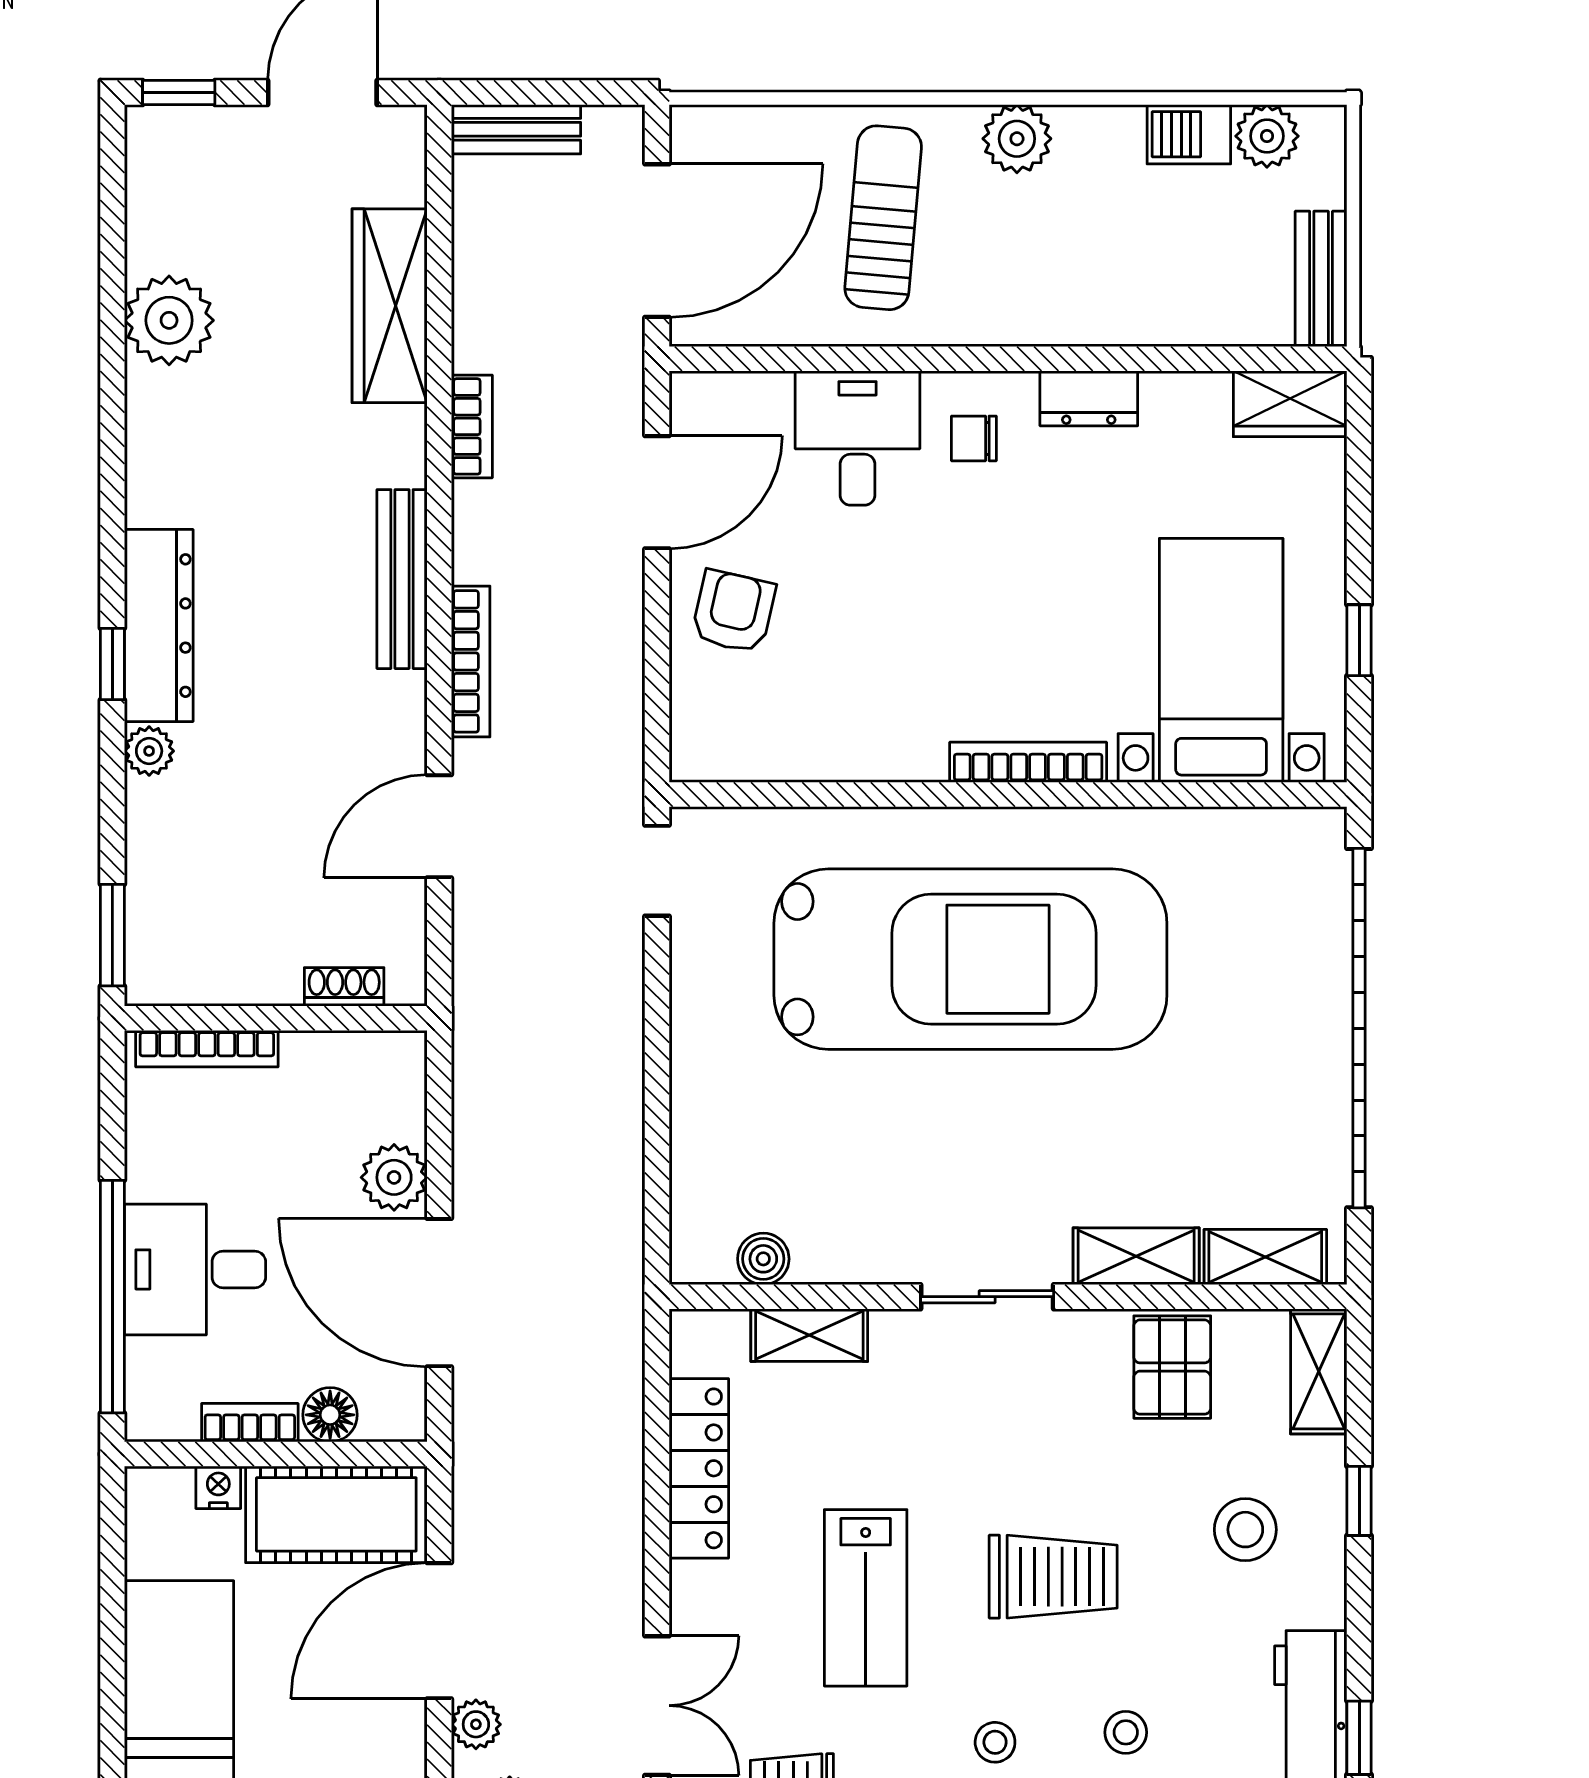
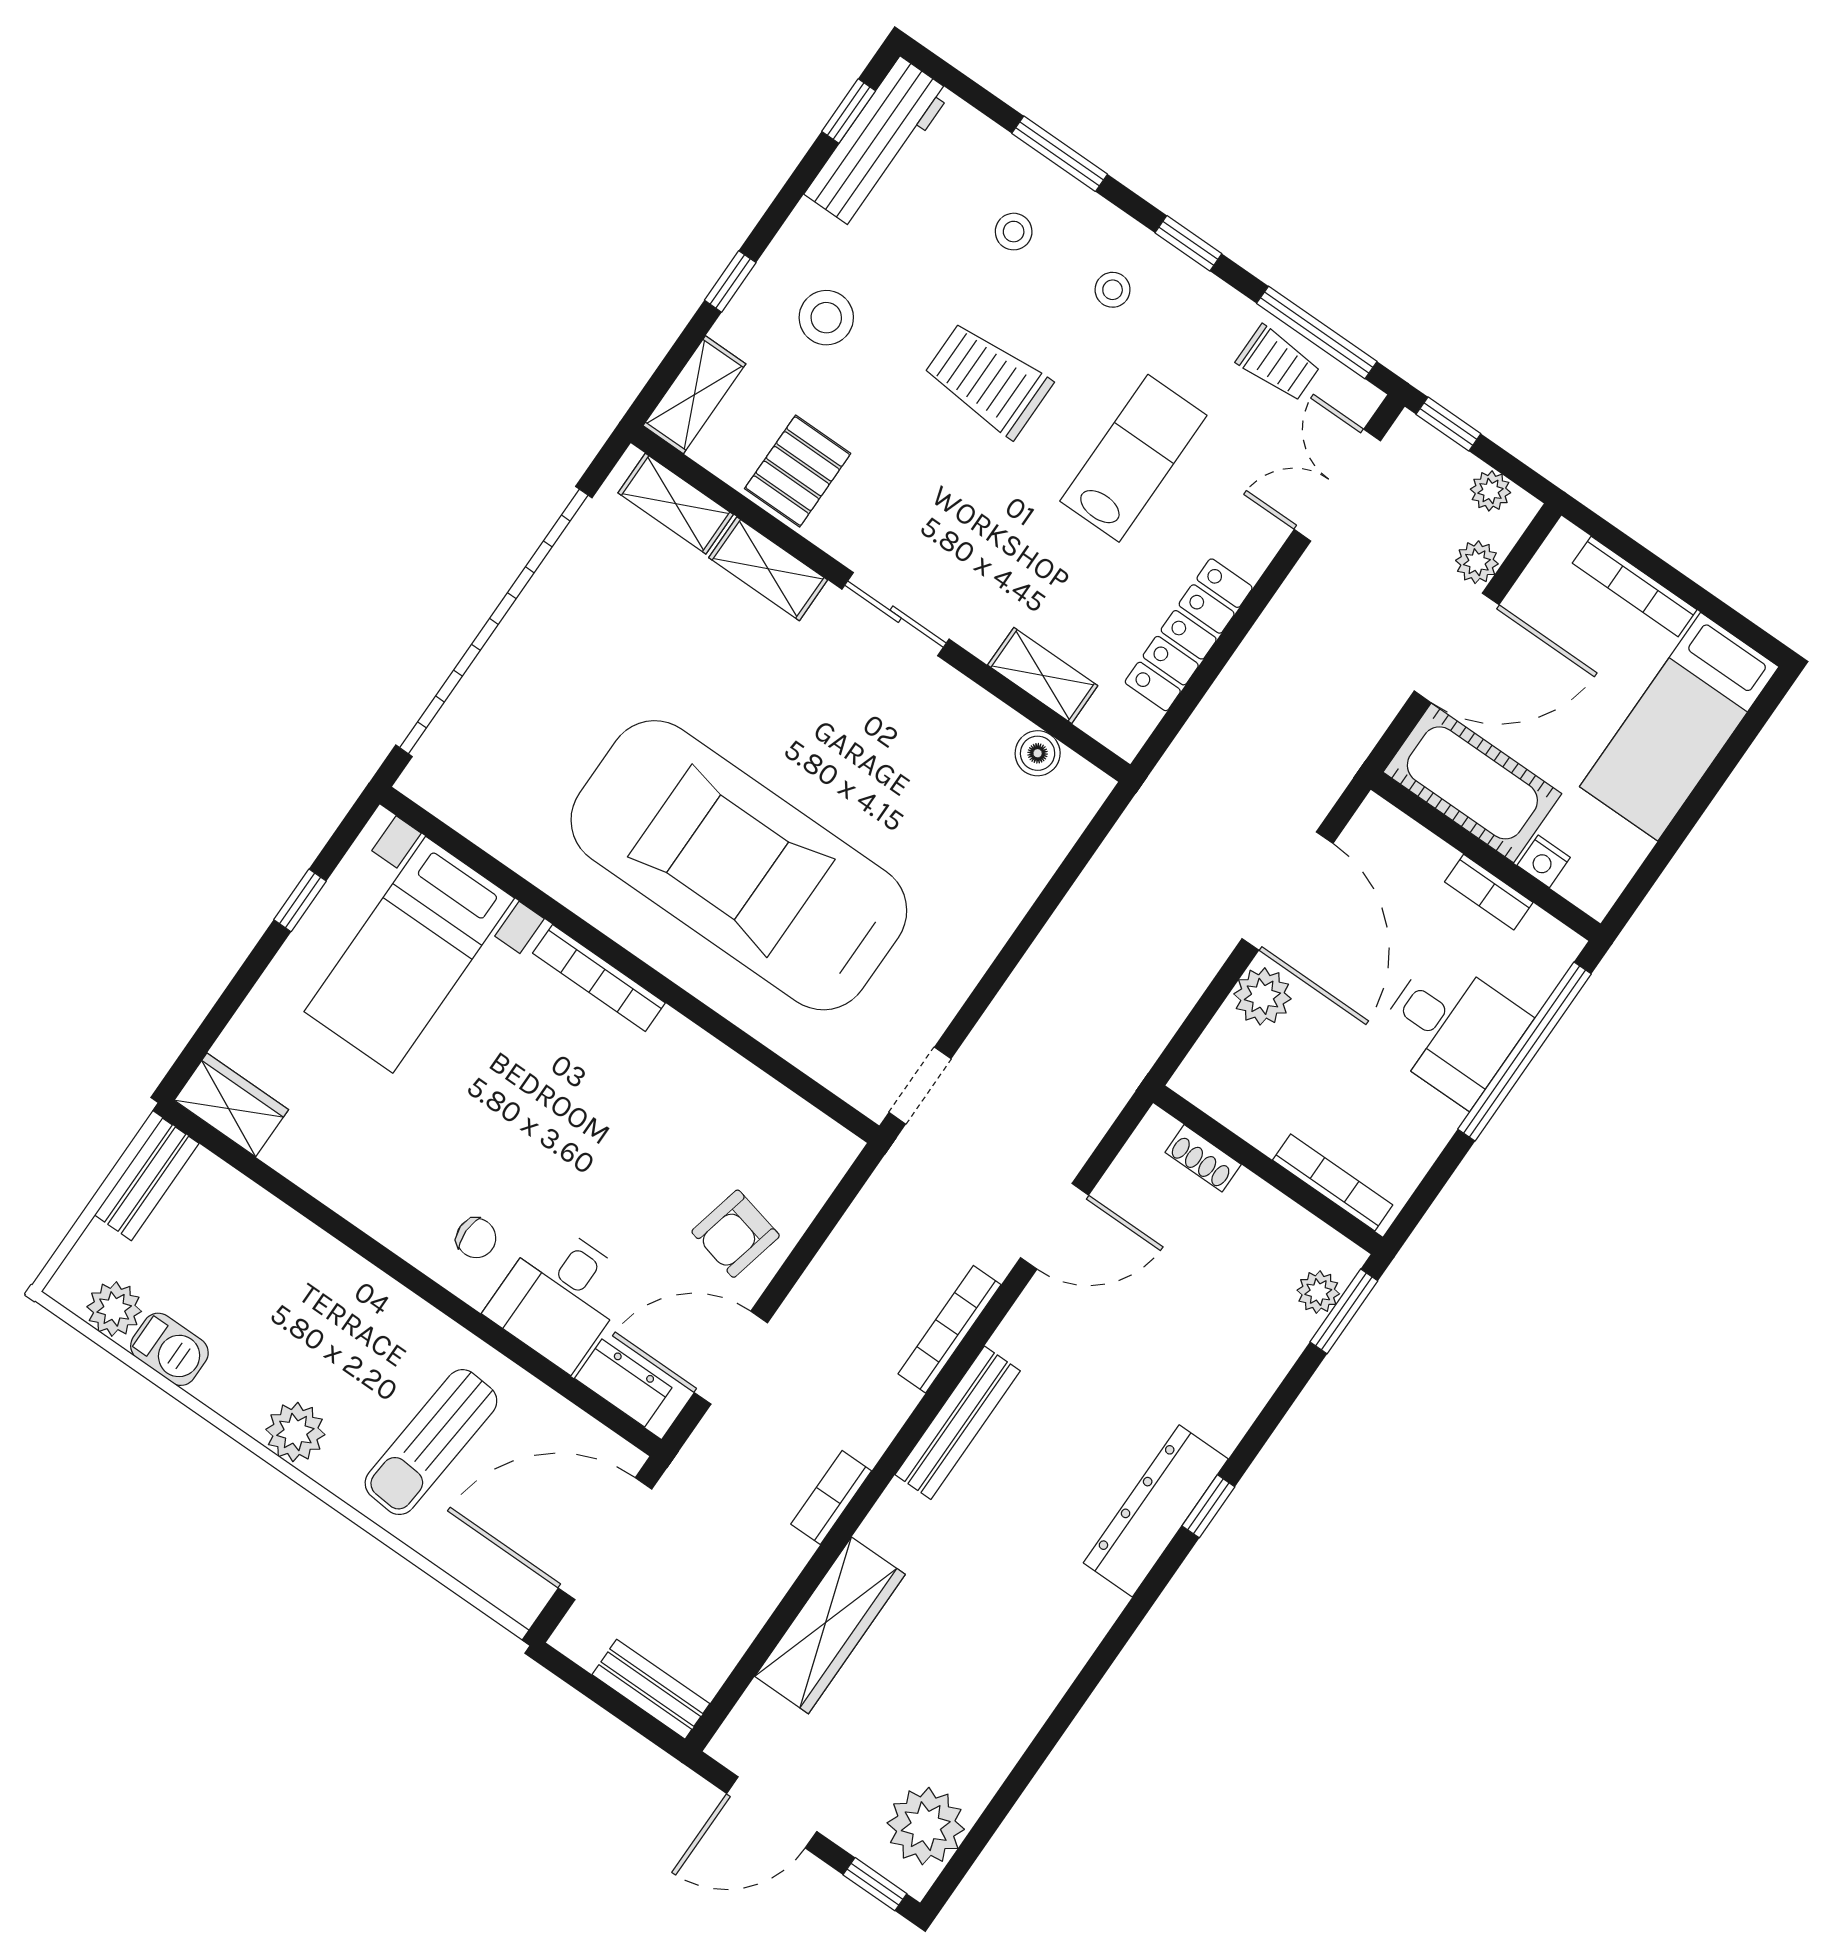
plant: (169, 320) -> (926, 1826), moved
dresser: (1089, 398) -> (623, 1383), moved
plant: (149, 751) -> (1318, 1292), moved
floor lamp: (330, 1415) -> (1427, 858), removed

